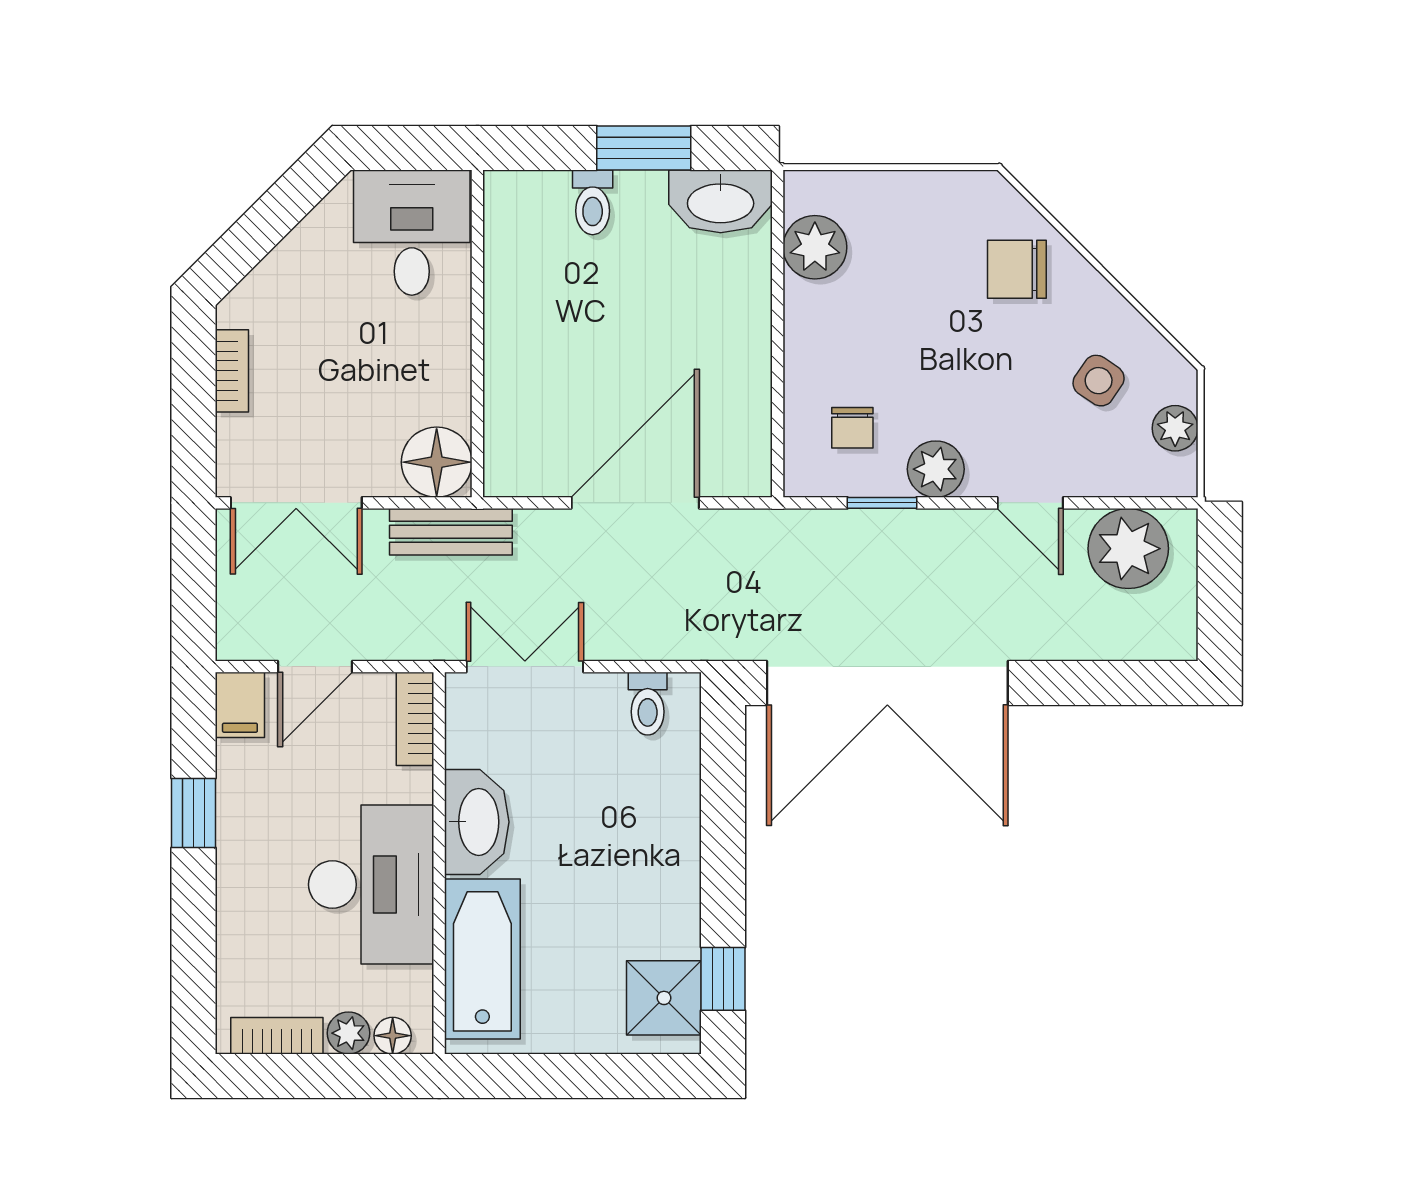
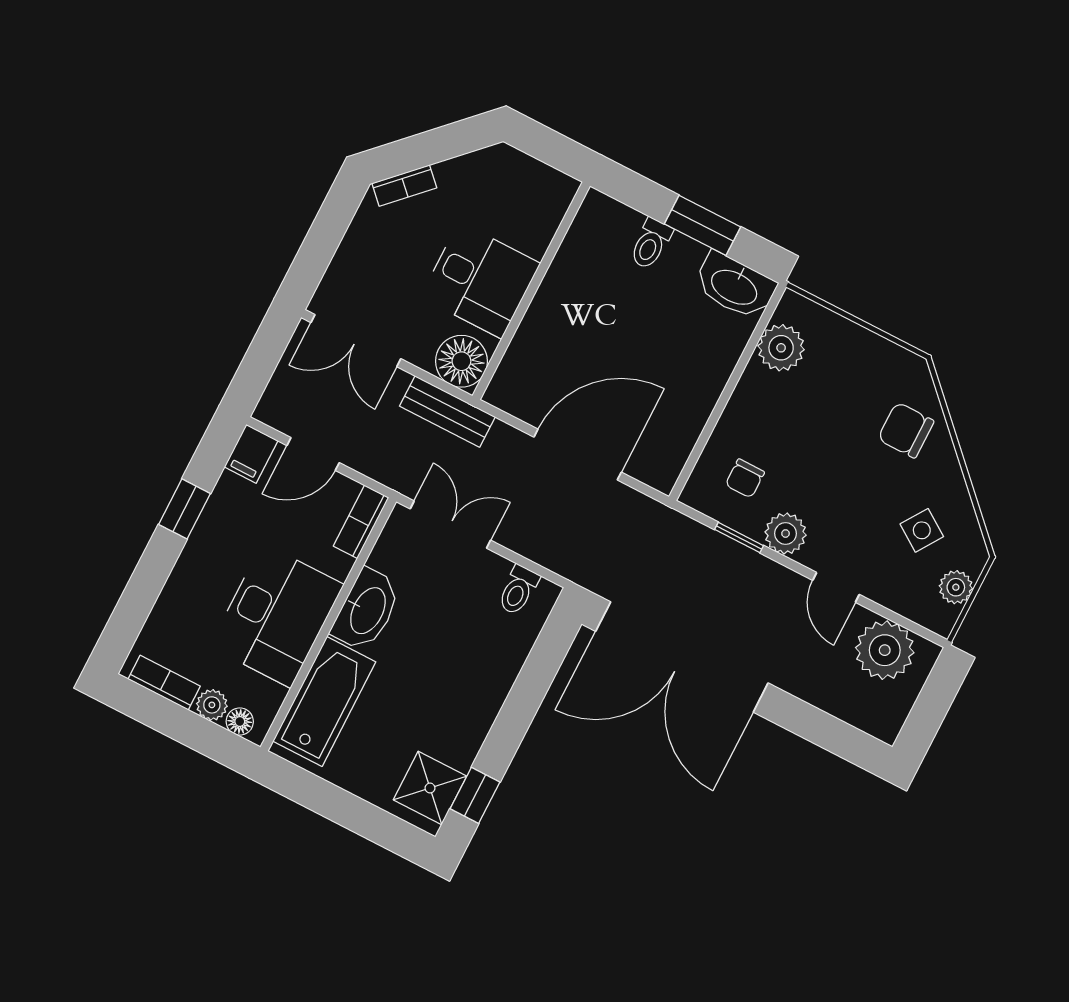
desk: (412, 233) -> (480, 280), moved, turned 90
bookcase: (232, 371) -> (404, 186), moved, turned 45

